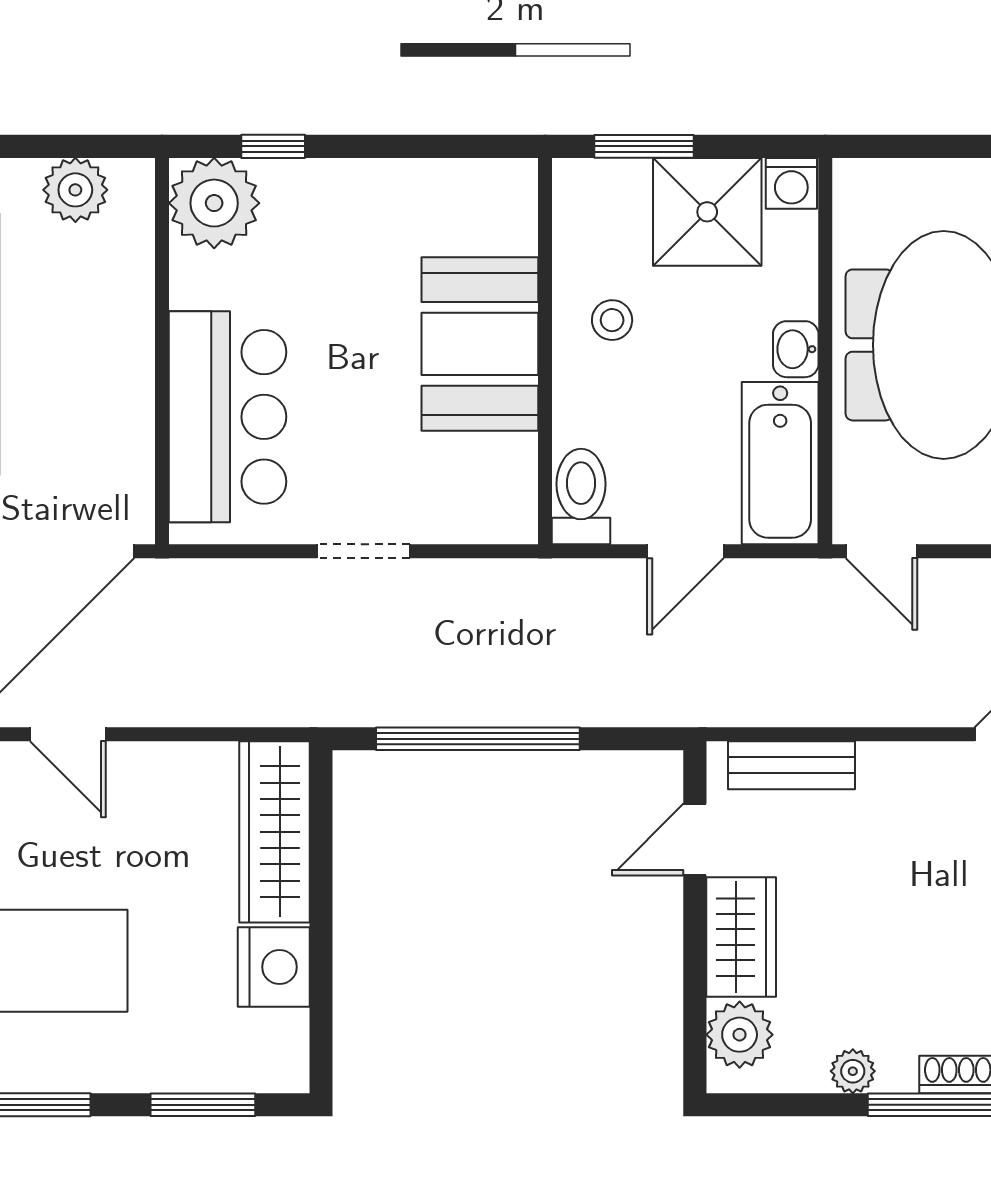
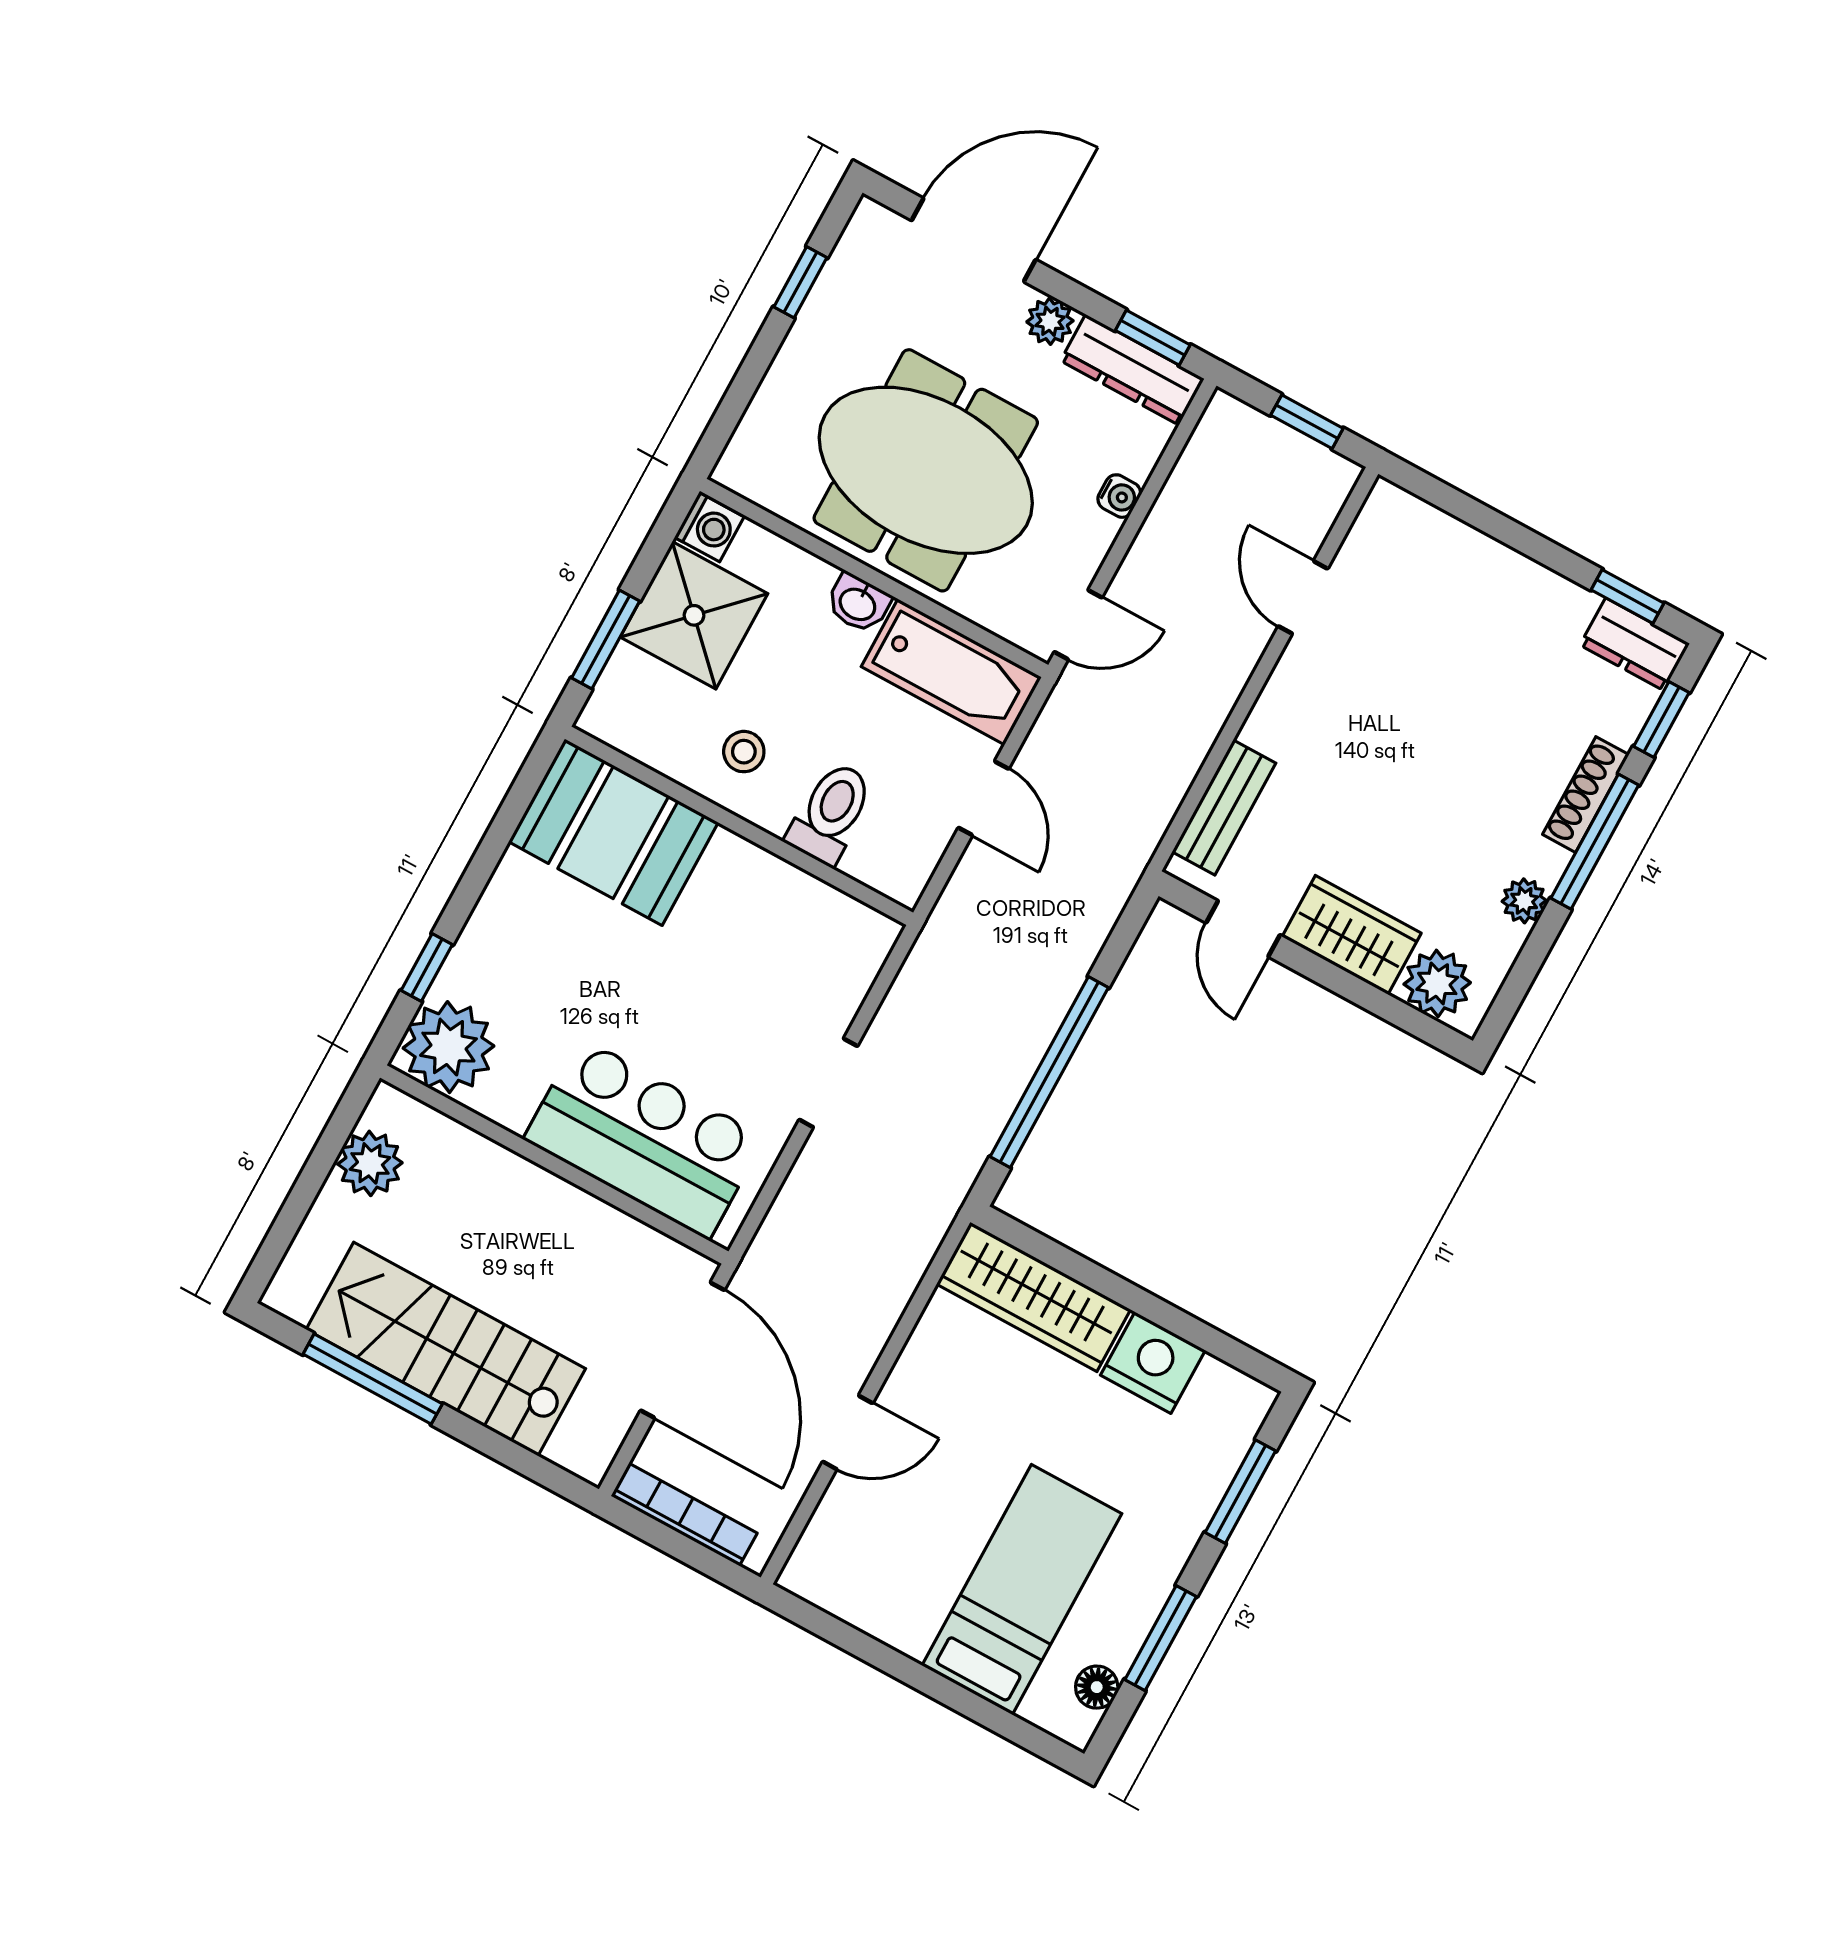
booth: (480, 344) -> (613, 832), moved
toilet: (581, 497) -> (831, 813), moved, turned 90

